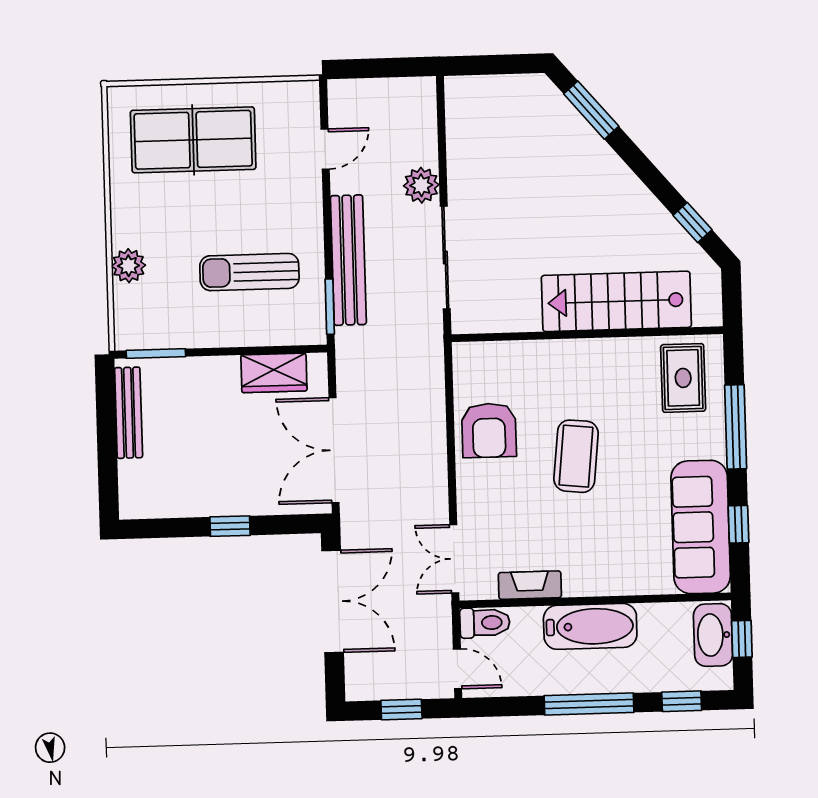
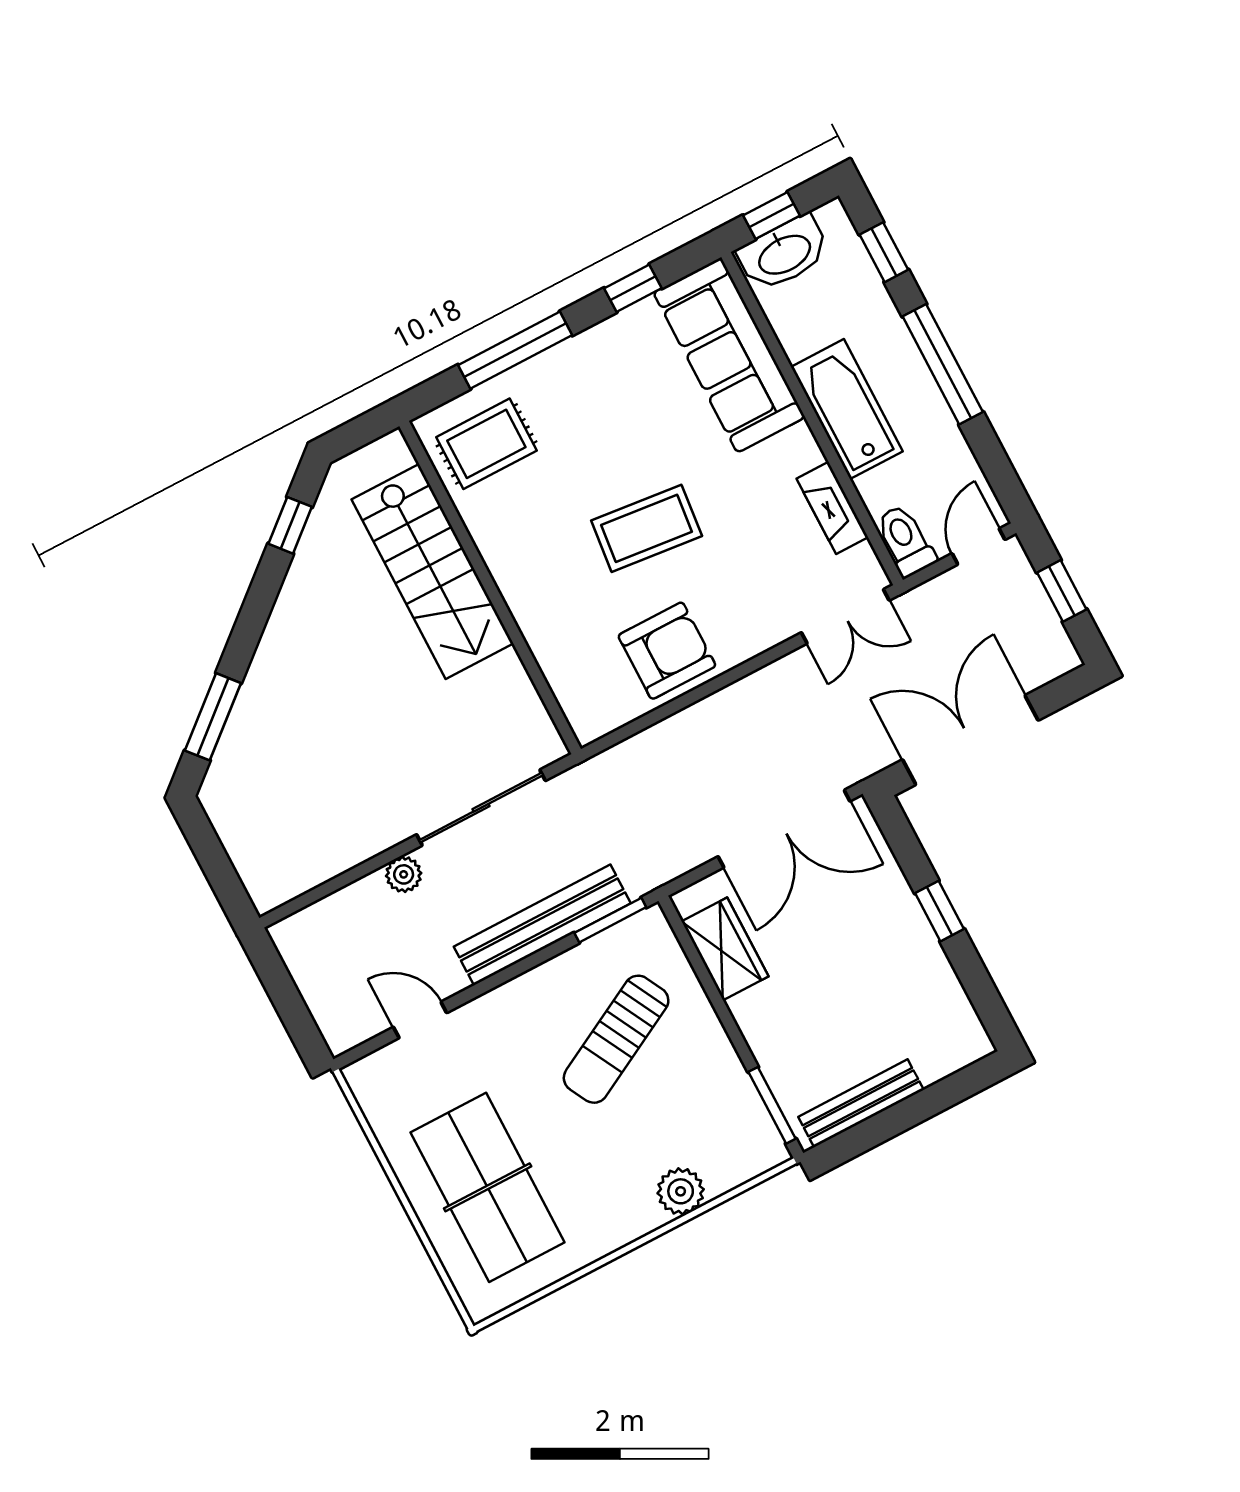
plant: (421, 185) -> (404, 874), width x0.73, depth x0.73
sun lounger: (249, 272) -> (616, 1039), turned 62
sofa: (701, 527) -> (729, 355), moved, turned 90

